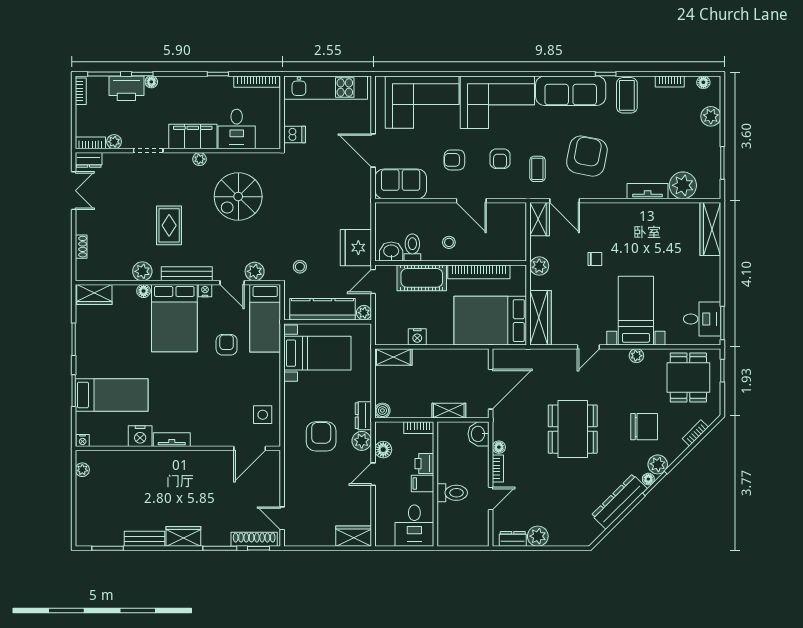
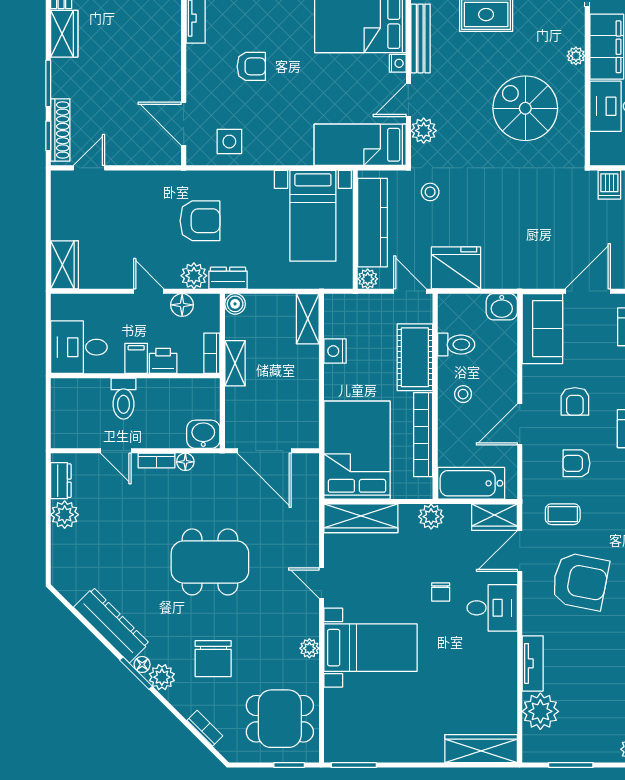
armchair: (454, 160) -> (575, 401), turned 180
bathtub: (515, 236) -> (471, 483), added
washbasin: (391, 252) -> (502, 307), moved, turned 90
desk: (702, 319) -> (492, 608), moved, turned -90
armchair: (227, 345) -> (251, 66), moved
shelving: (449, 411) -> (235, 363), moved

